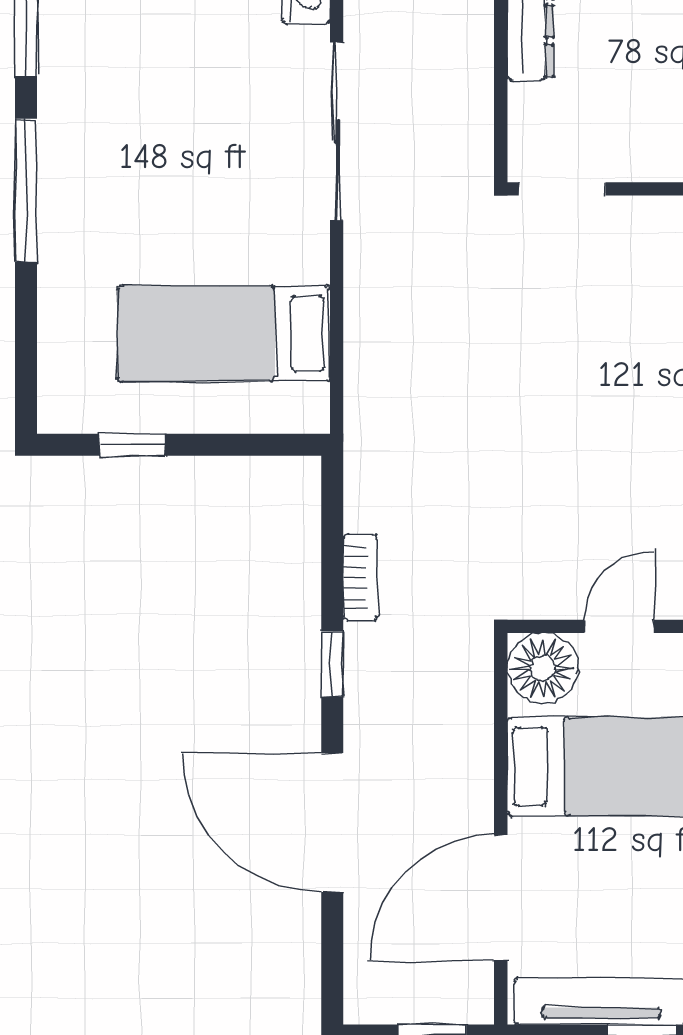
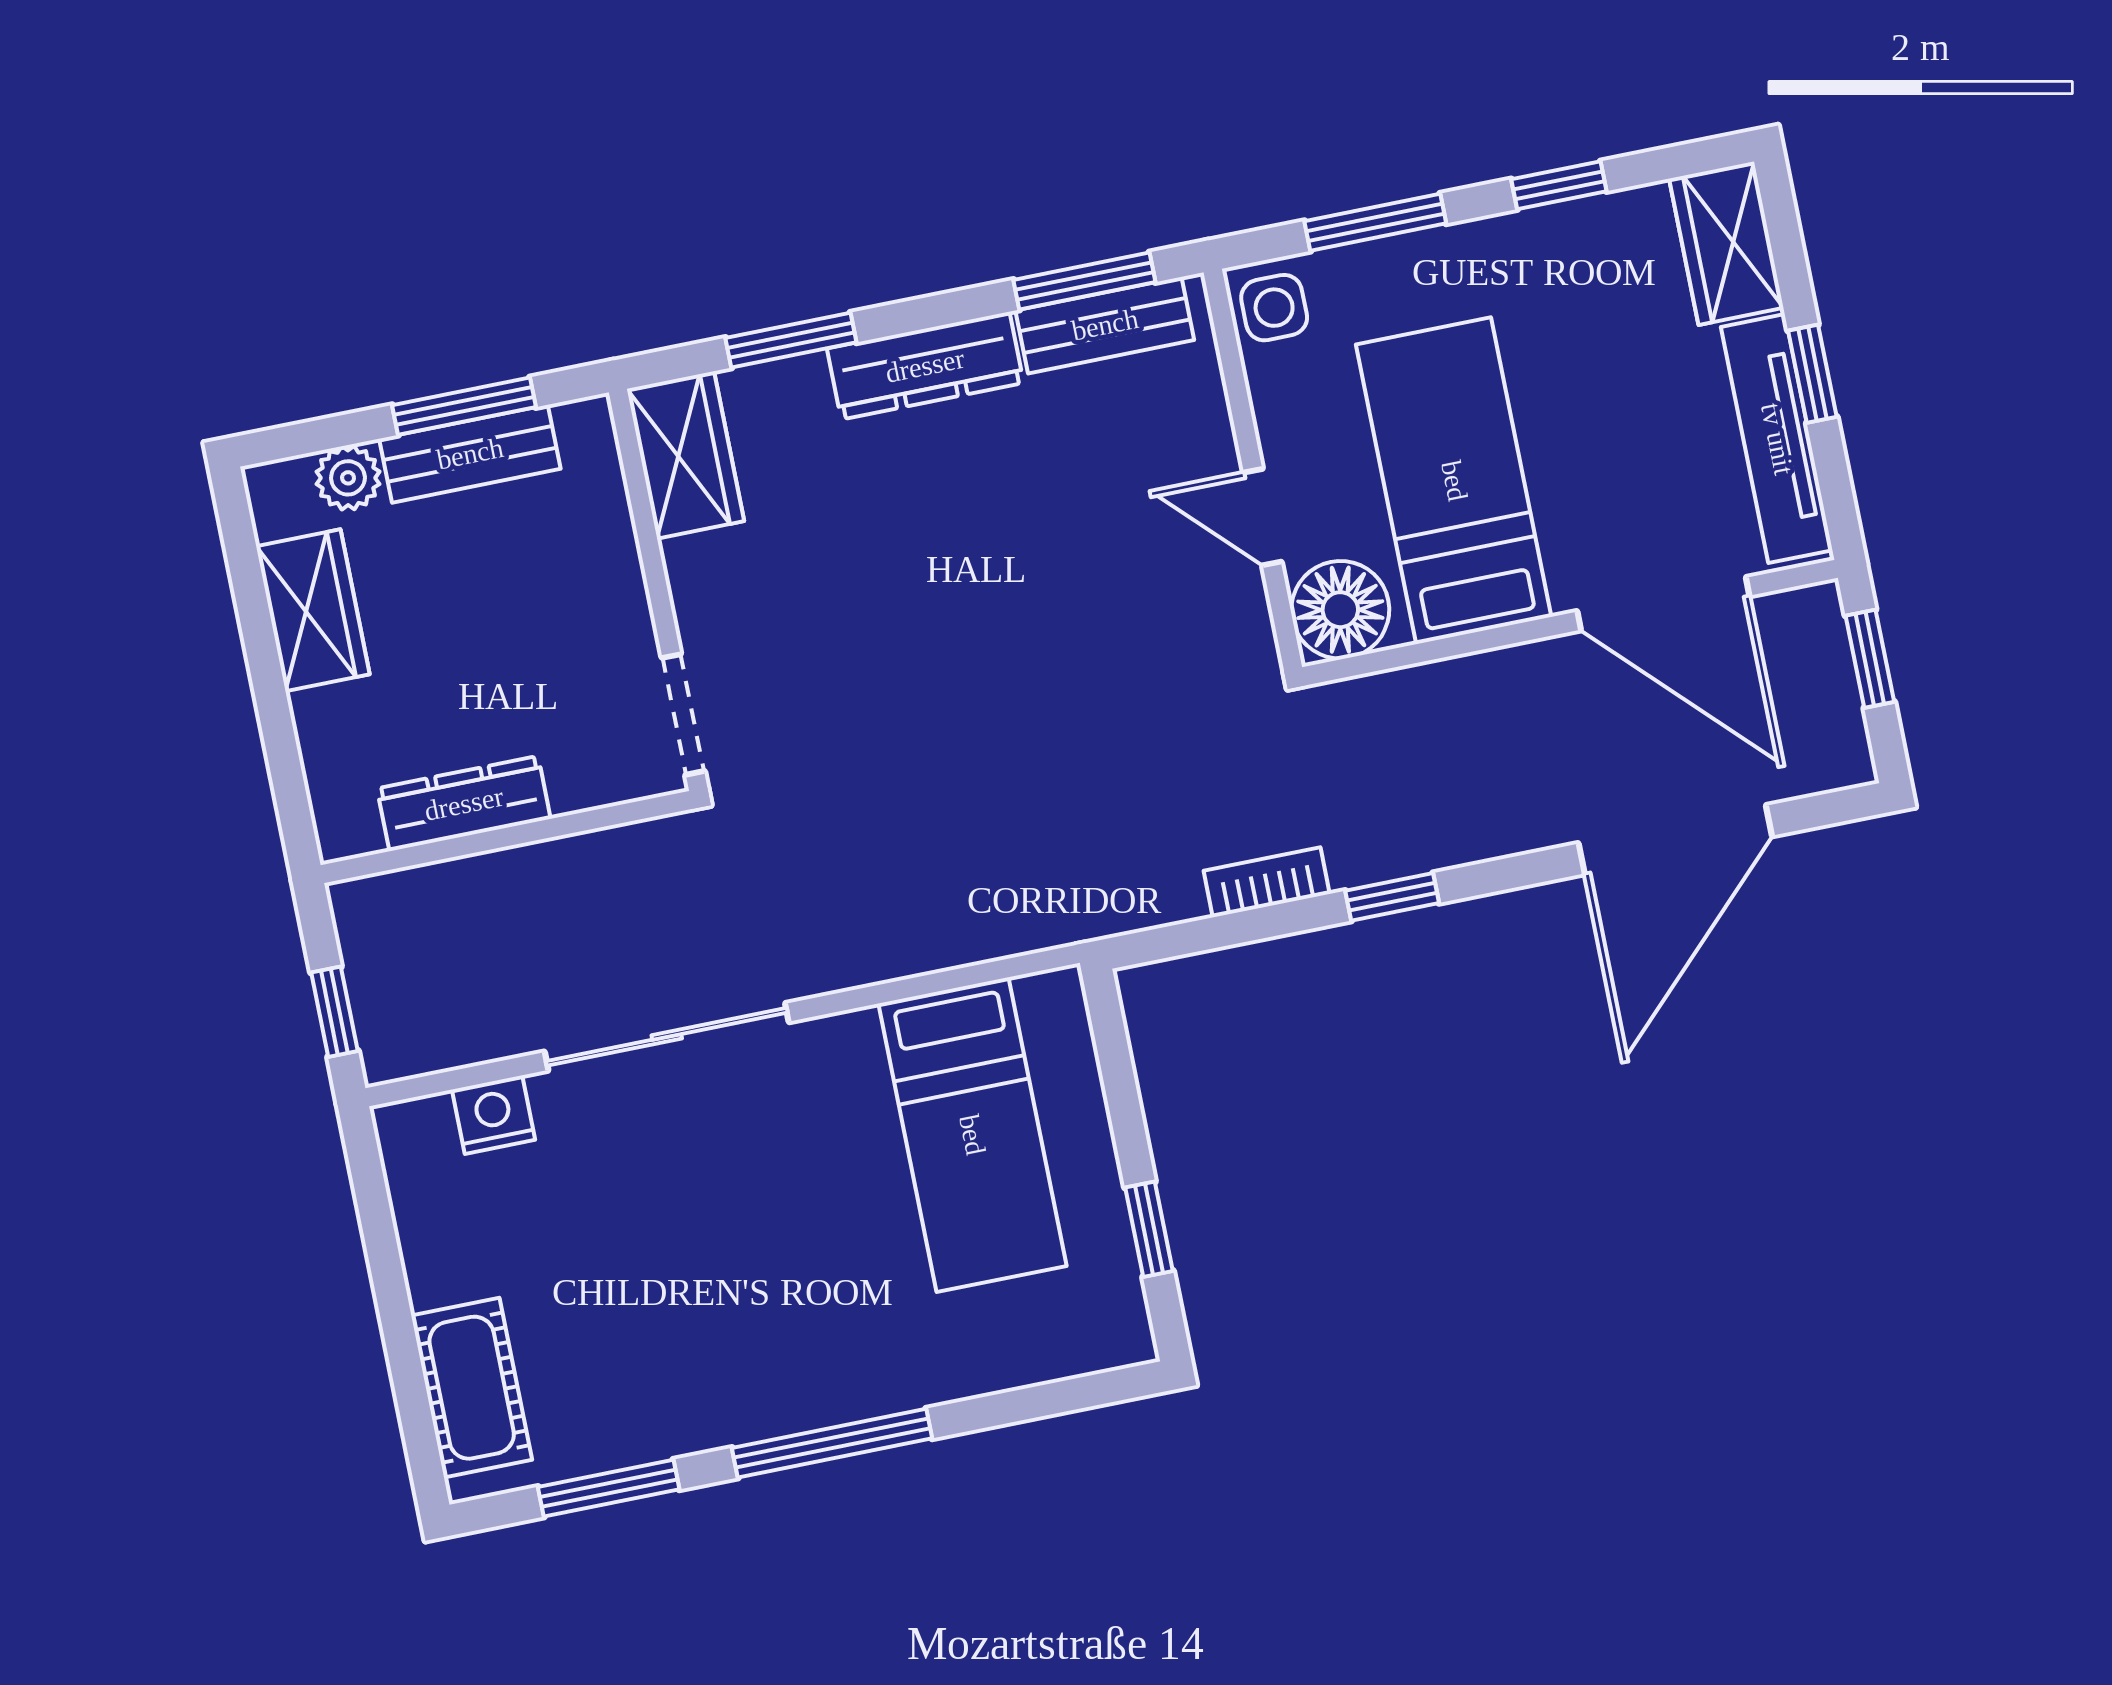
door: (332, 822) -> (1675, 840), moved

